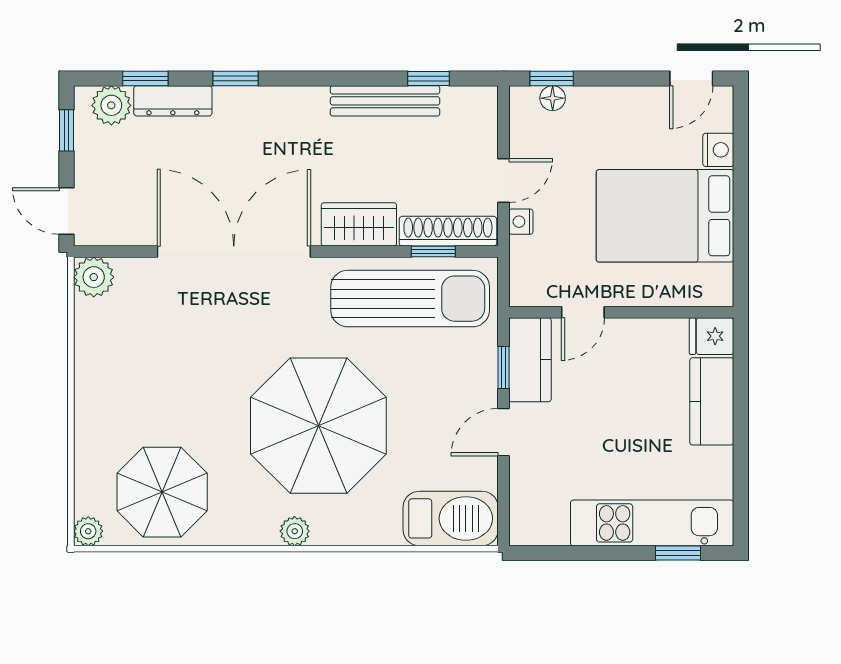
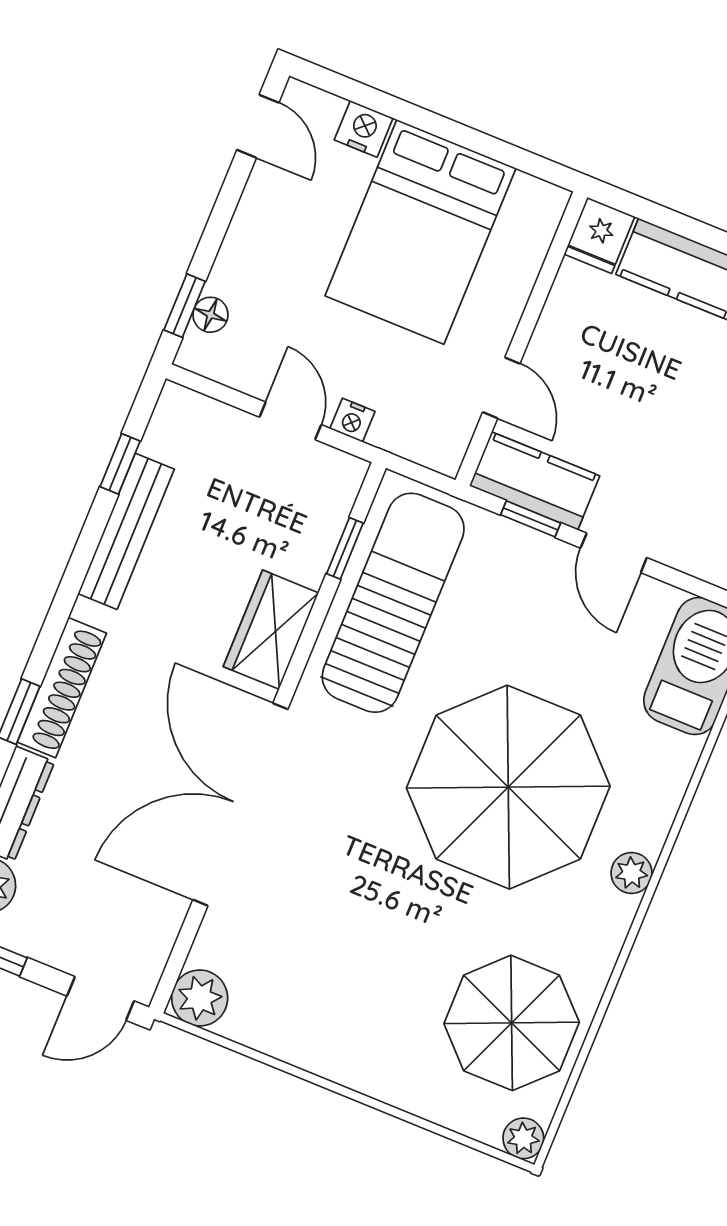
shoe rack: (448, 231) -> (62, 688), moved, turned 180

